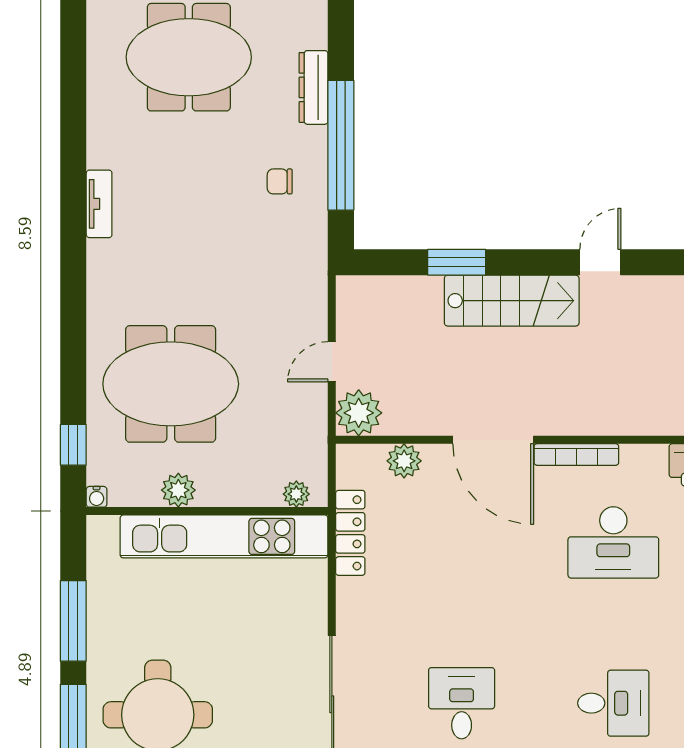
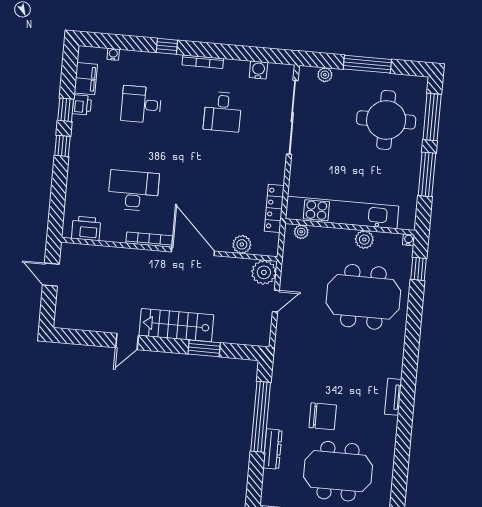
chair: (280, 181) -> (323, 416), moved, width x1.87, depth x1.87

